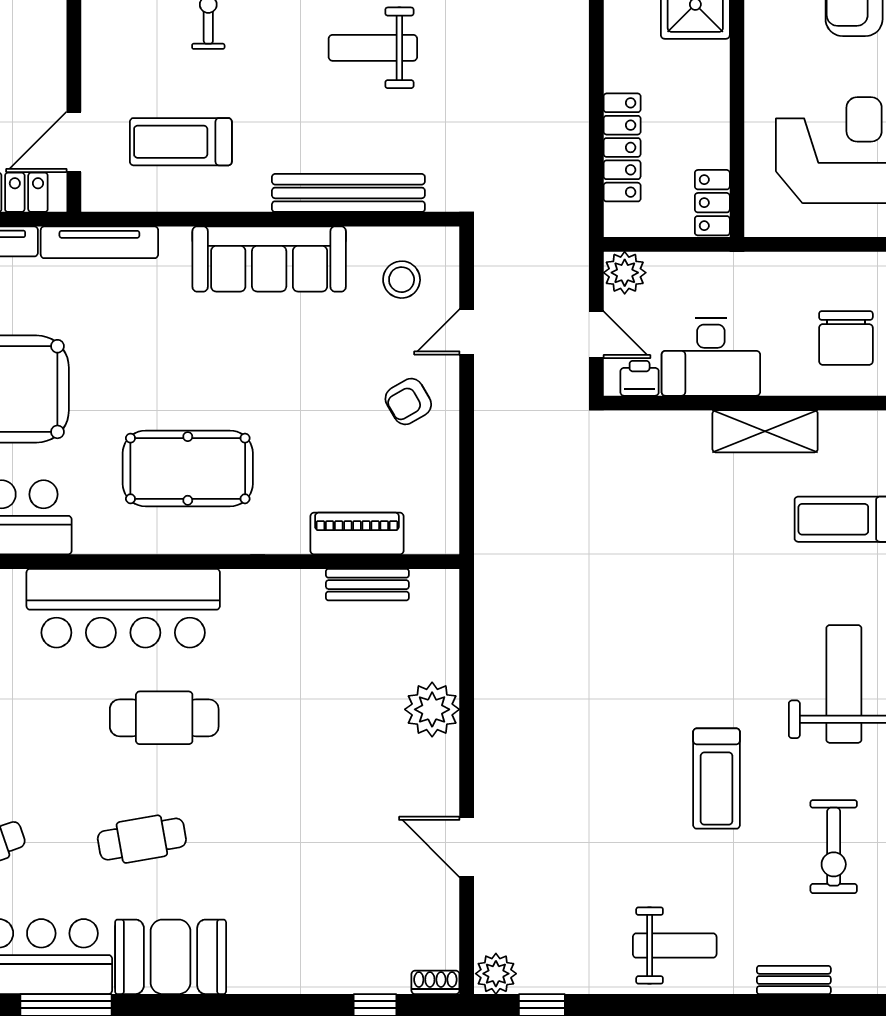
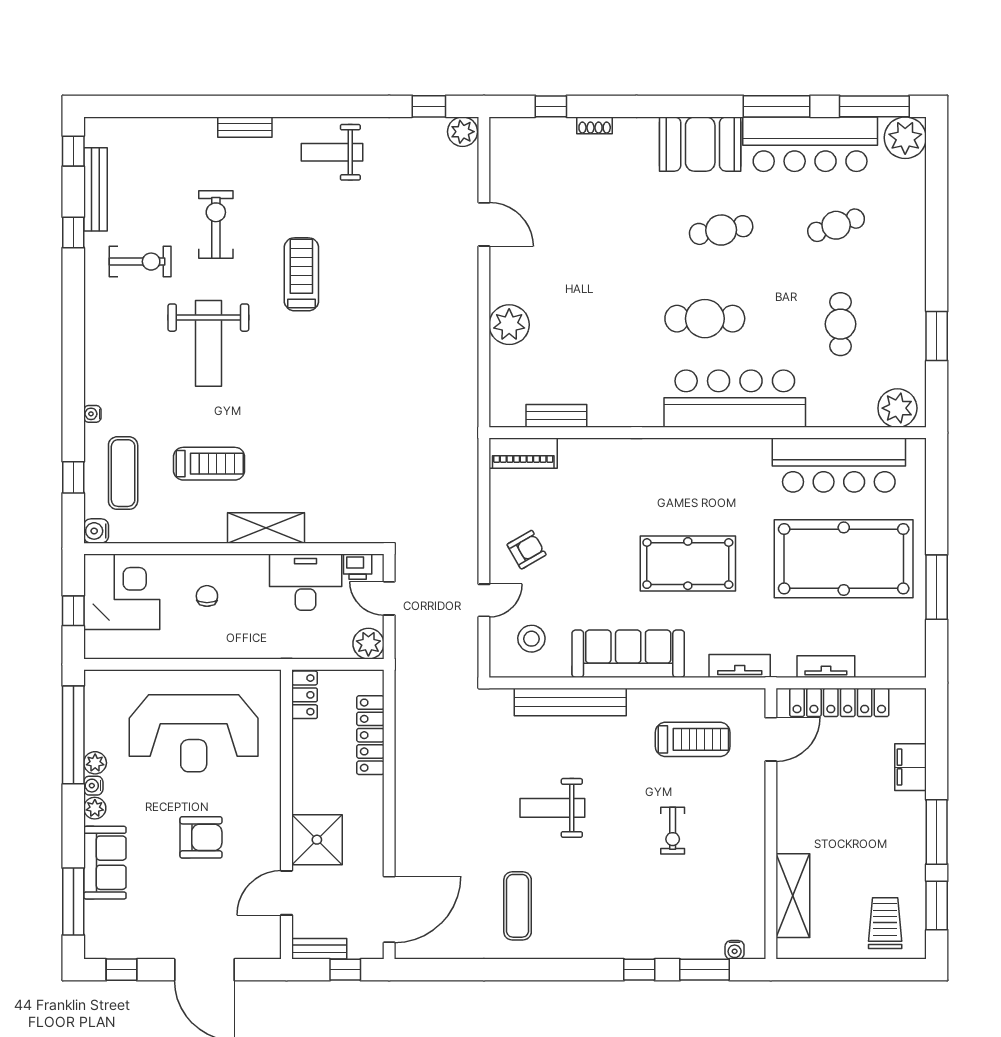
weight bench: (373, 48) -> (552, 808), turned 180
tv unit: (99, 242) -> (740, 666), width x0.71
chair: (846, 338) -> (207, 596), width x0.54, depth x0.54
pool table: (188, 468) -> (688, 564), moved
piano: (357, 534) -> (523, 453), moved
shoe rack: (435, 982) -> (595, 125), moved

